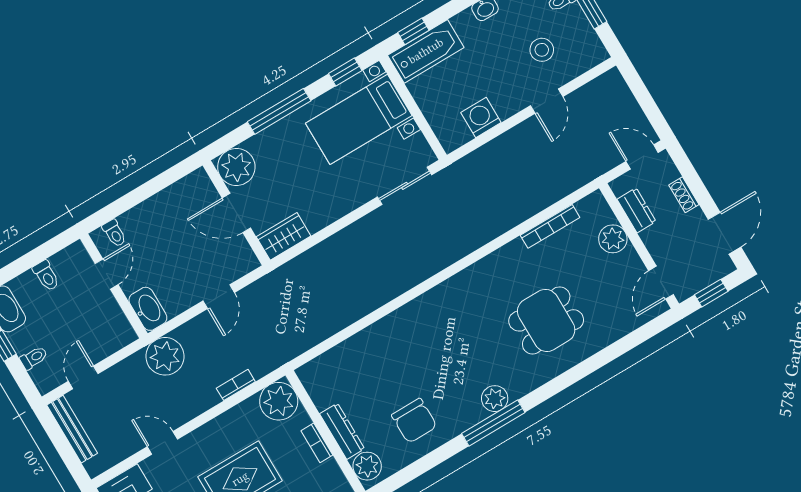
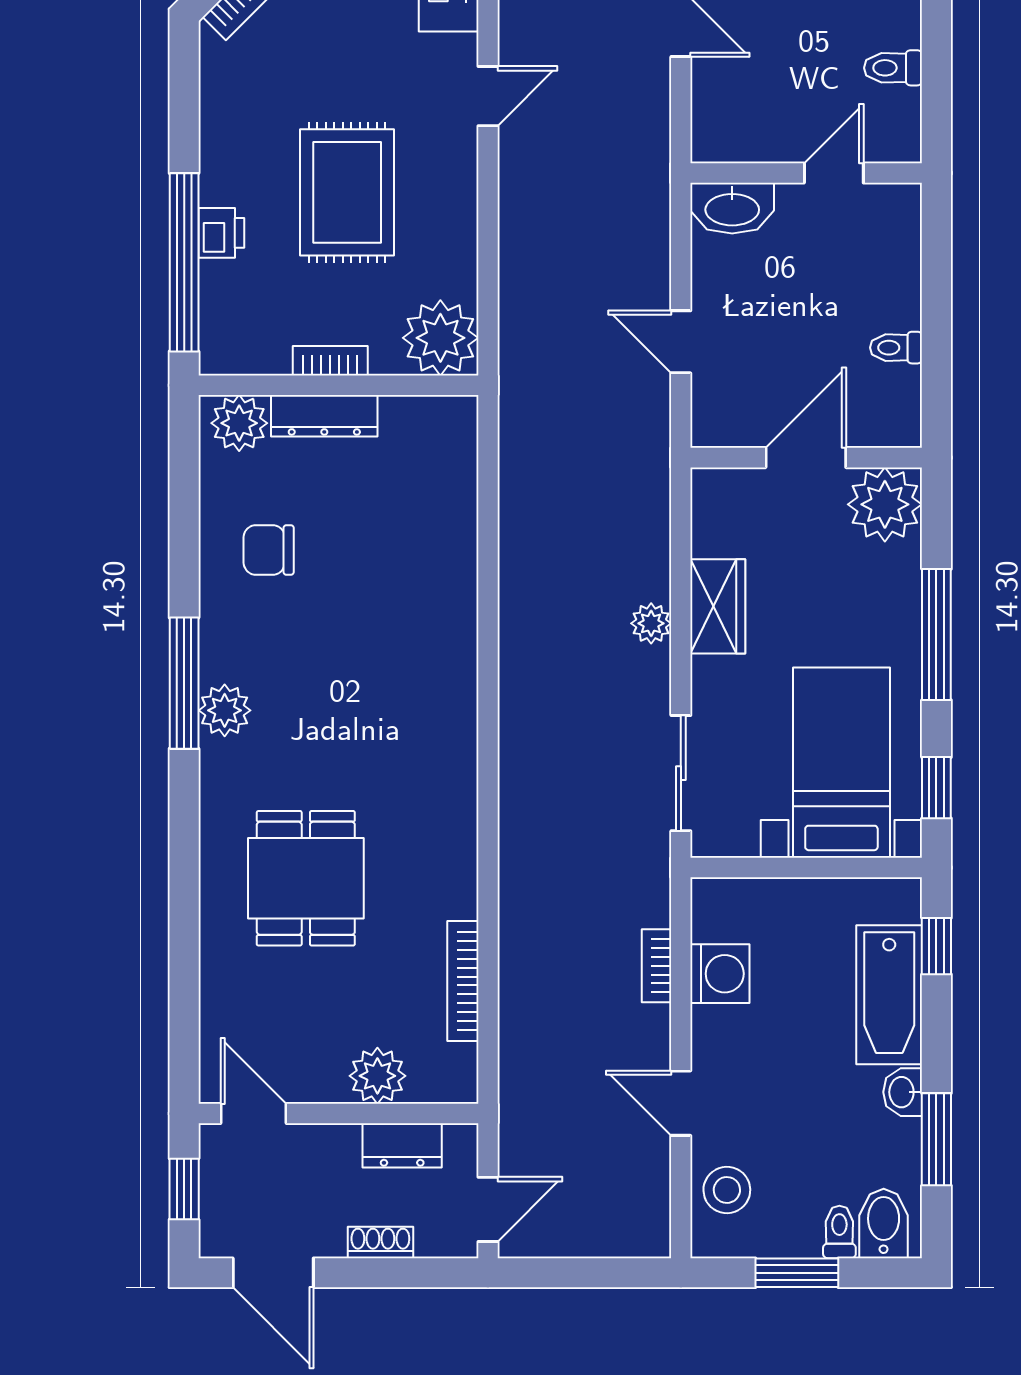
stool: (542, 50) -> (727, 1190), moved
bathtub: (426, 51) -> (889, 995), moved
toilet: (114, 233) -> (896, 348), moved
wardrobe: (284, 236) -> (718, 606), moved
door: (107, 274) -> (834, 173), swing flipped
plant: (165, 356) -> (651, 623), moved, width x0.53, depth x0.53
bookcase: (236, 385) -> (657, 966), moved, turned 180
chair: (414, 421) -> (269, 550), width x0.73, depth x0.73

